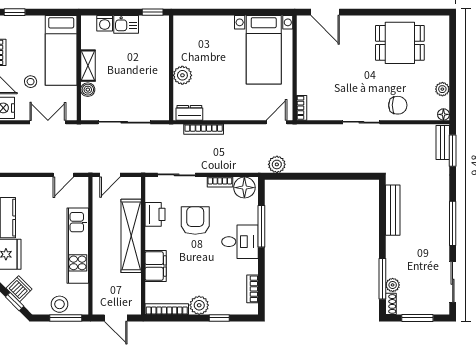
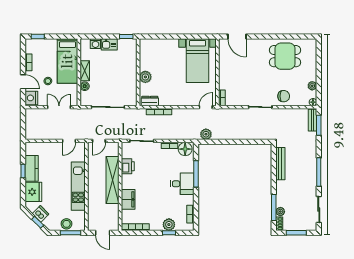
armchair: (195, 221) -> (154, 170), removed
plant: (199, 305) -> (169, 225), moved

